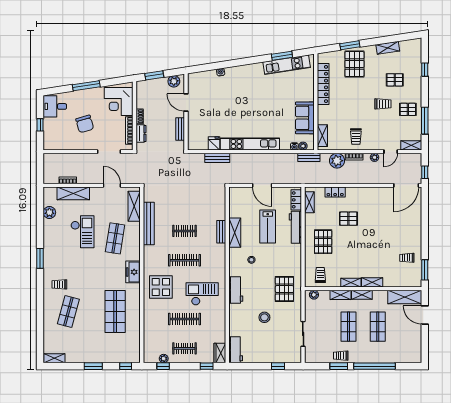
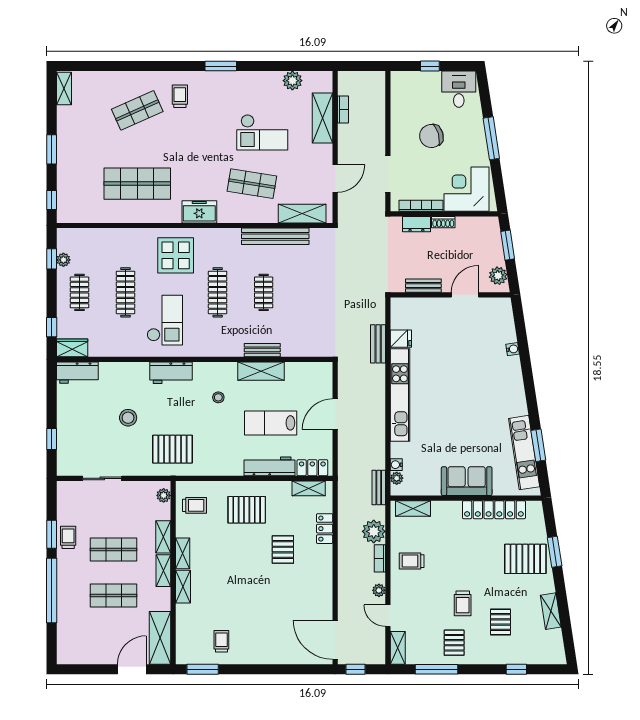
sofa: (305, 118) -> (467, 481), moved
shop shelf: (68, 312) -> (137, 110), turned -39

